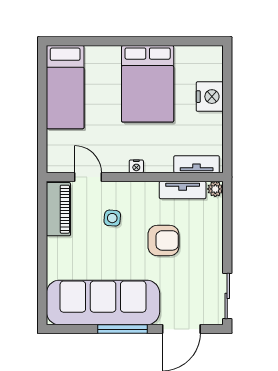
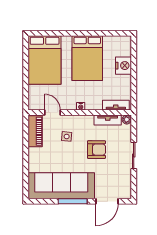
bed: (65, 87) -> (45, 60), width x1.50
sliding door: (227, 296) -> (134, 155), moved

